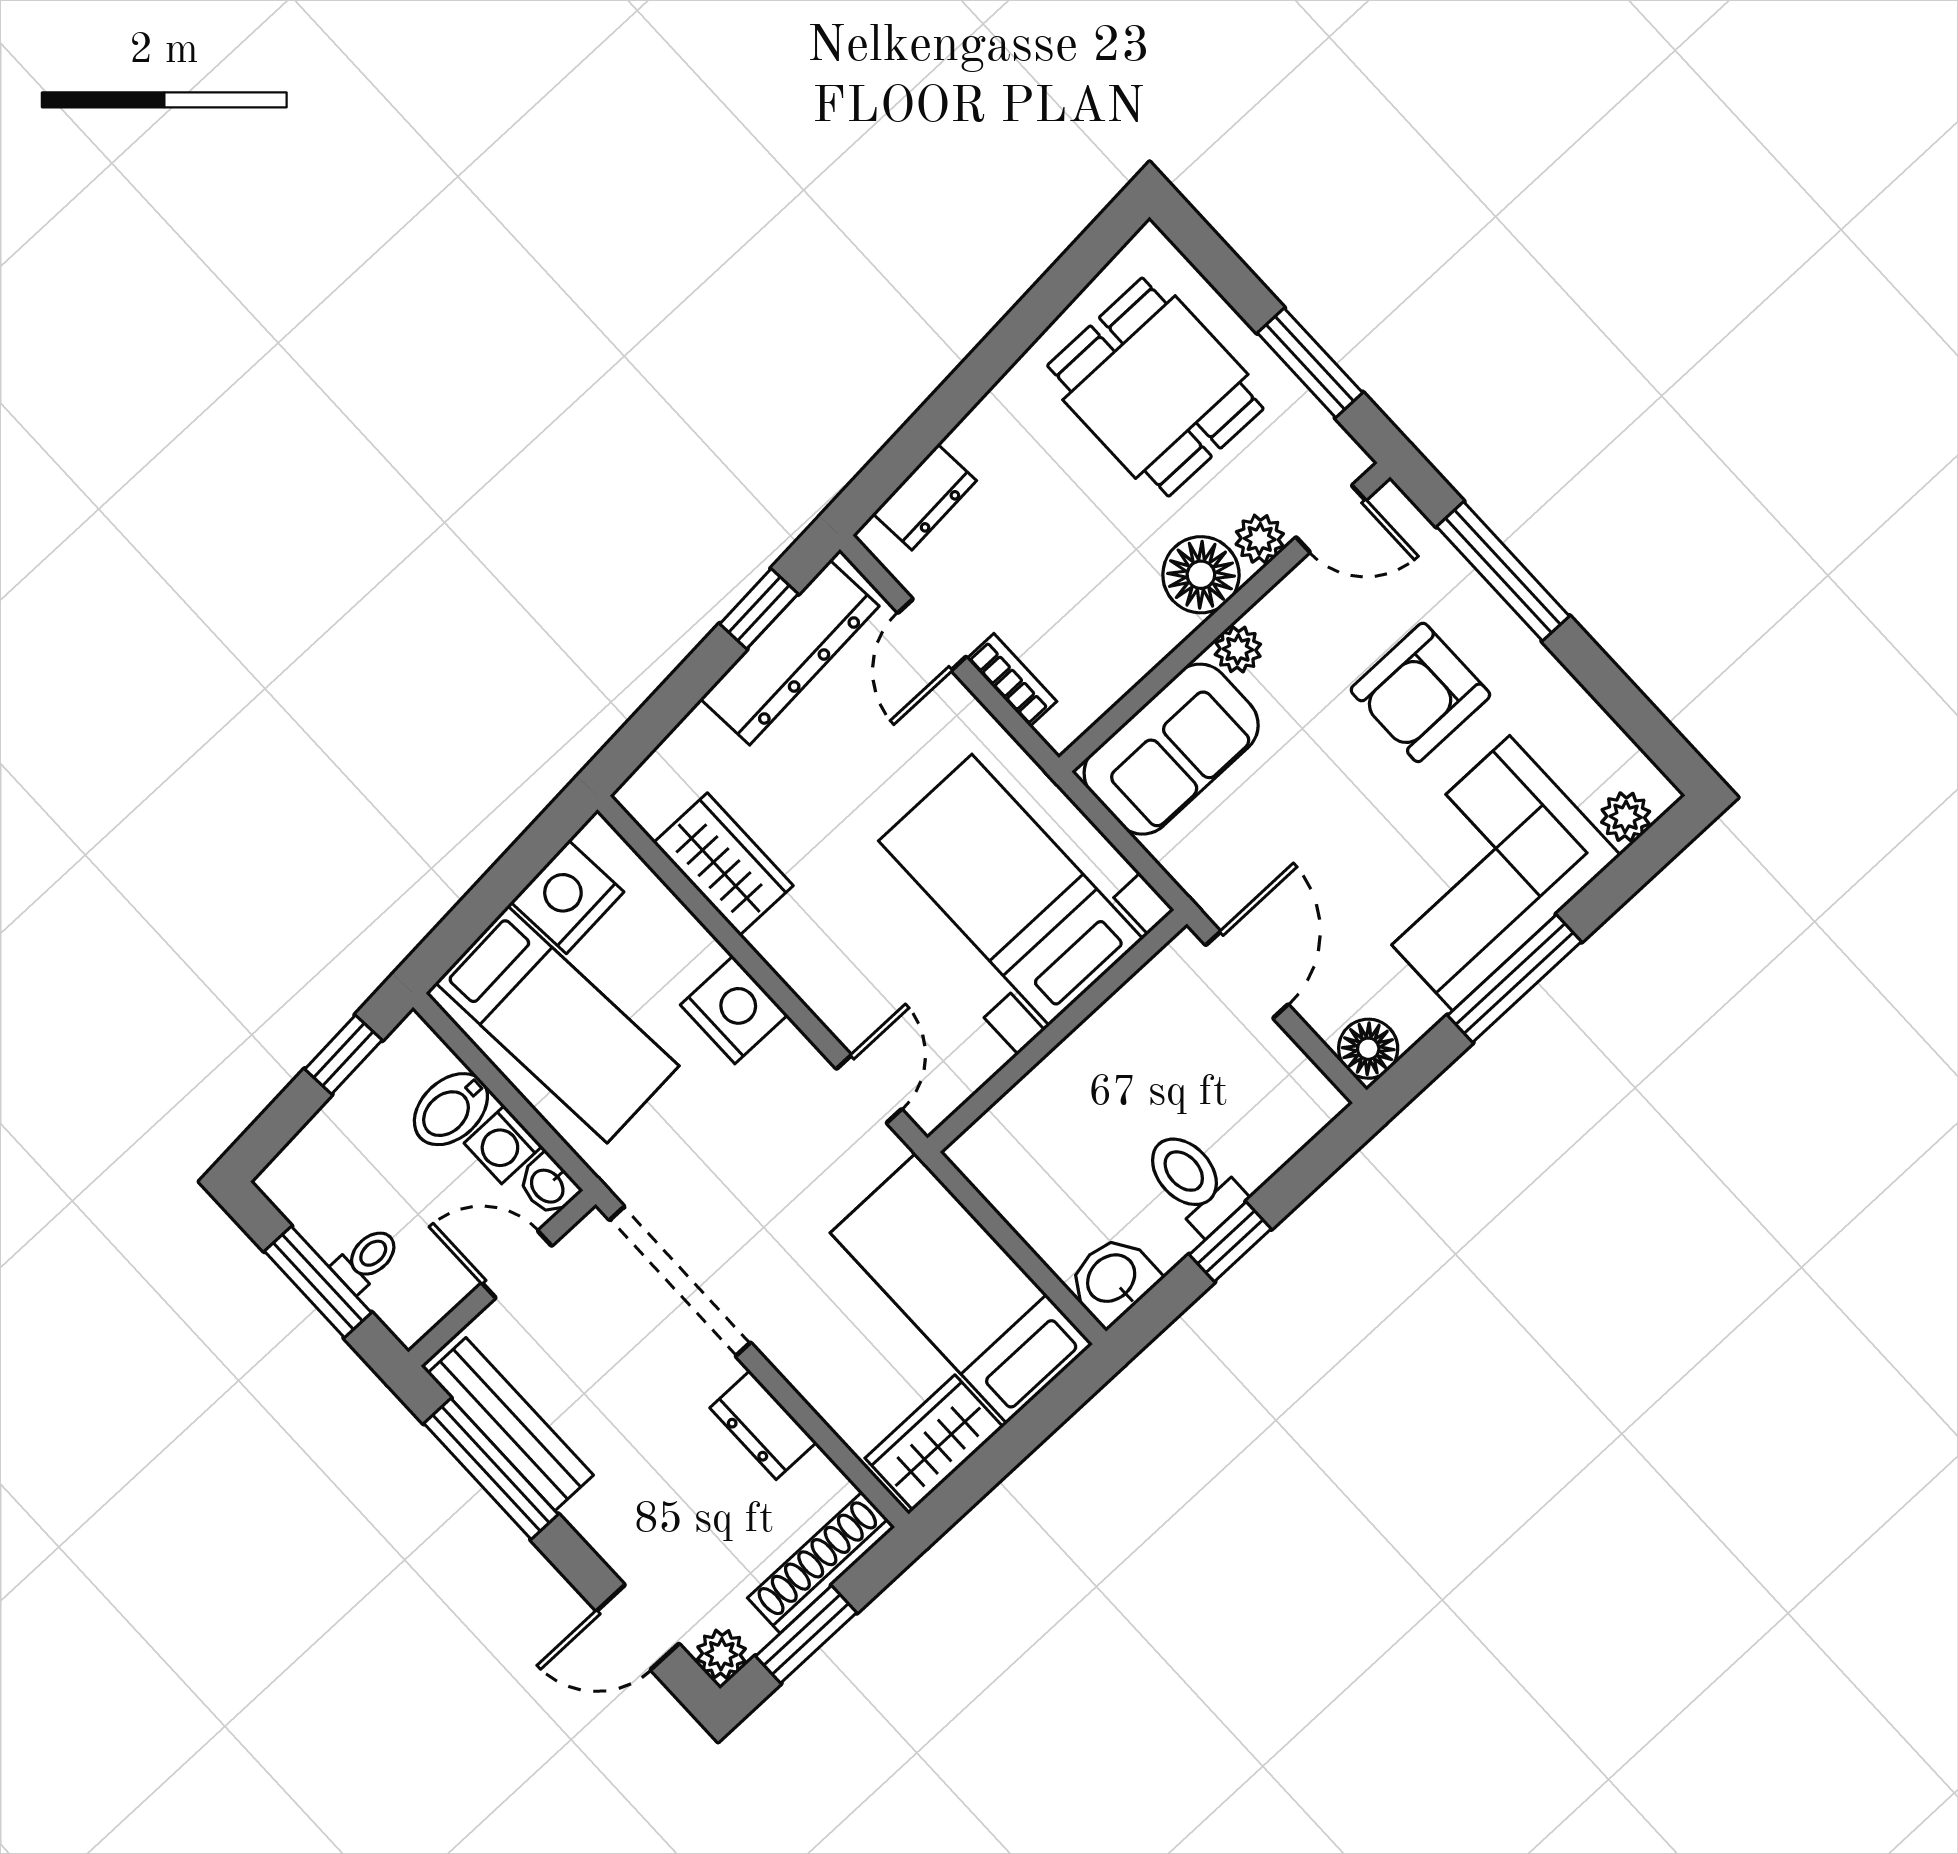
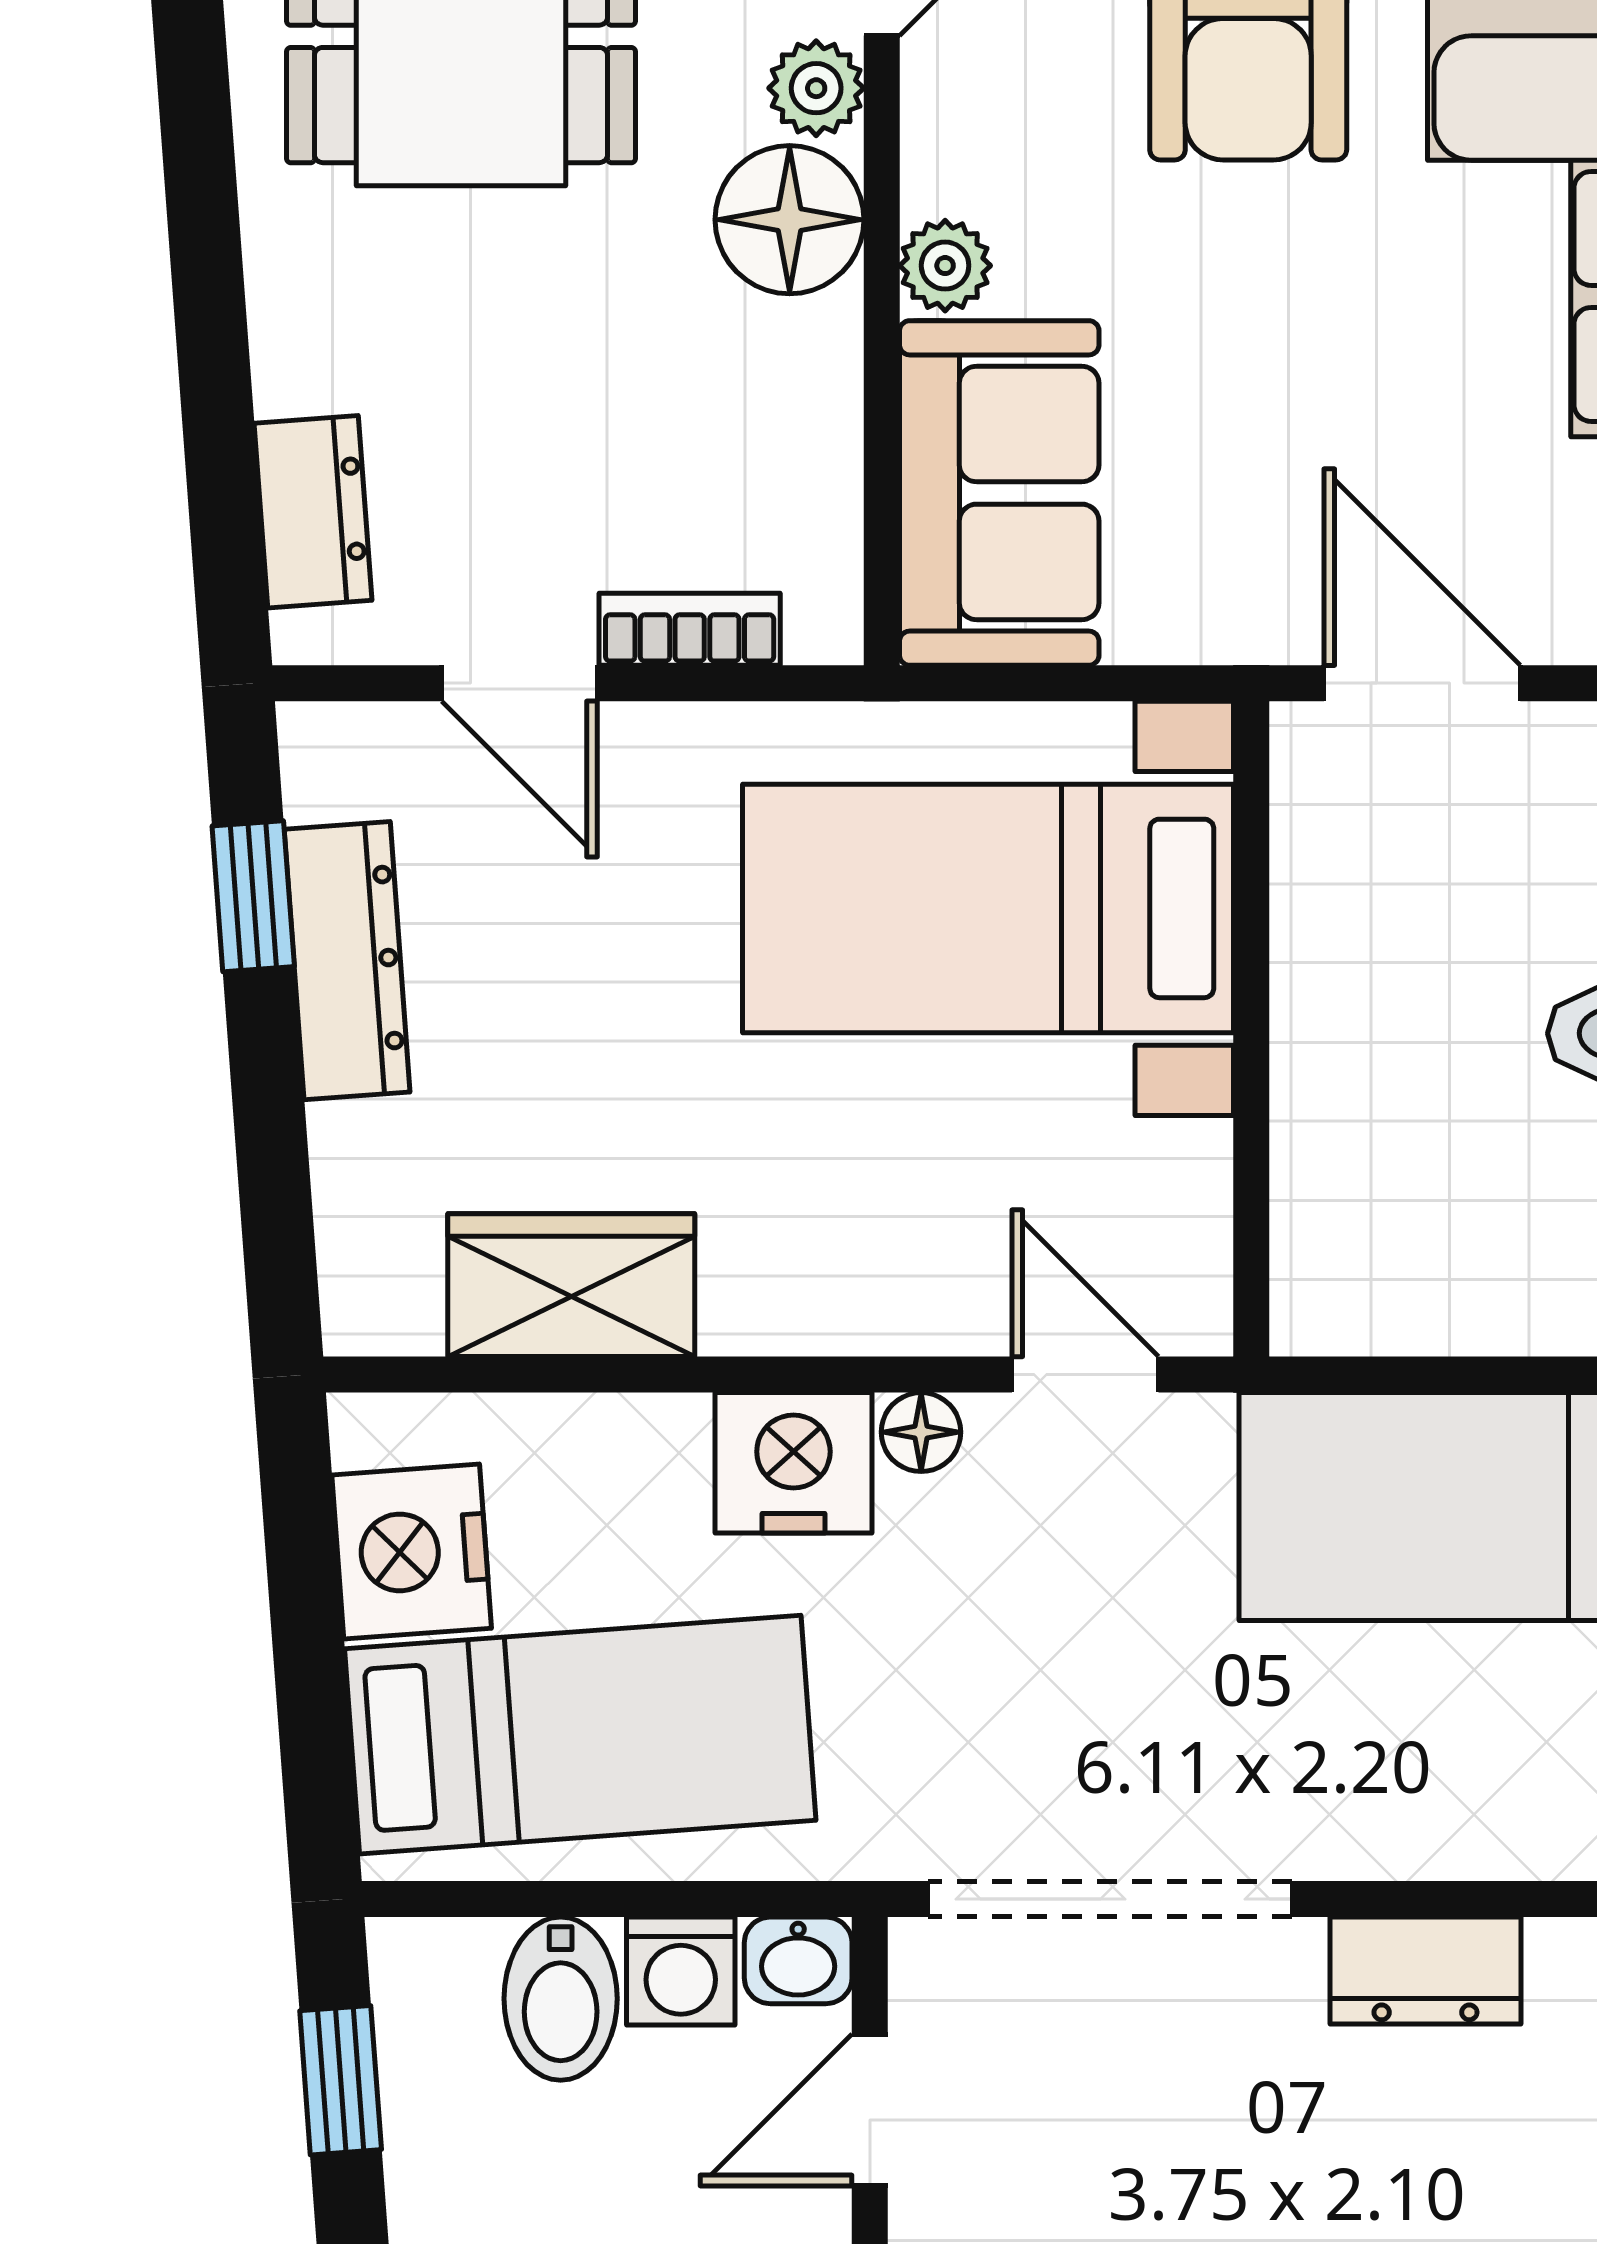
dresser: (790, 652) -> (347, 961), width x0.73, depth x0.80
floor lamp: (790, 1047) -> (921, 1432), added

